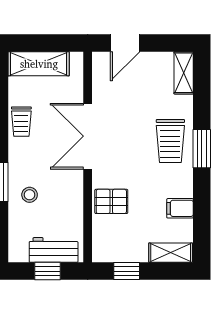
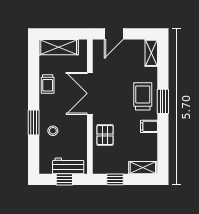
trolley: (170, 141) -> (143, 96), turned 180
pallet: (111, 201) -> (105, 135), turned 90
filing cabinet: (180, 208) -> (149, 126), moved

